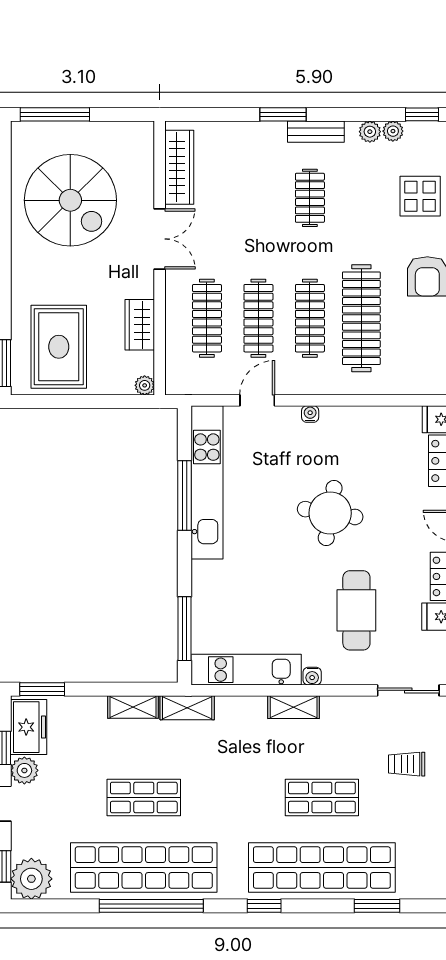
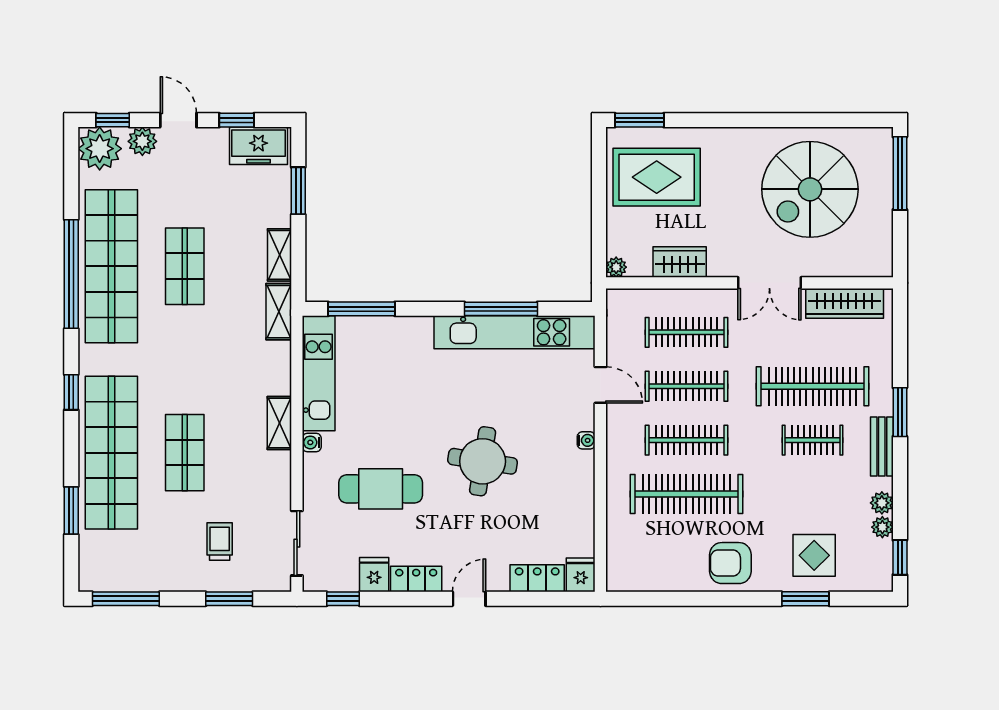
clothes rail: (258, 198) -> (813, 386), added
window: (42, 689) -> (298, 191), moved
plant: (24, 770) -> (142, 141), moved

